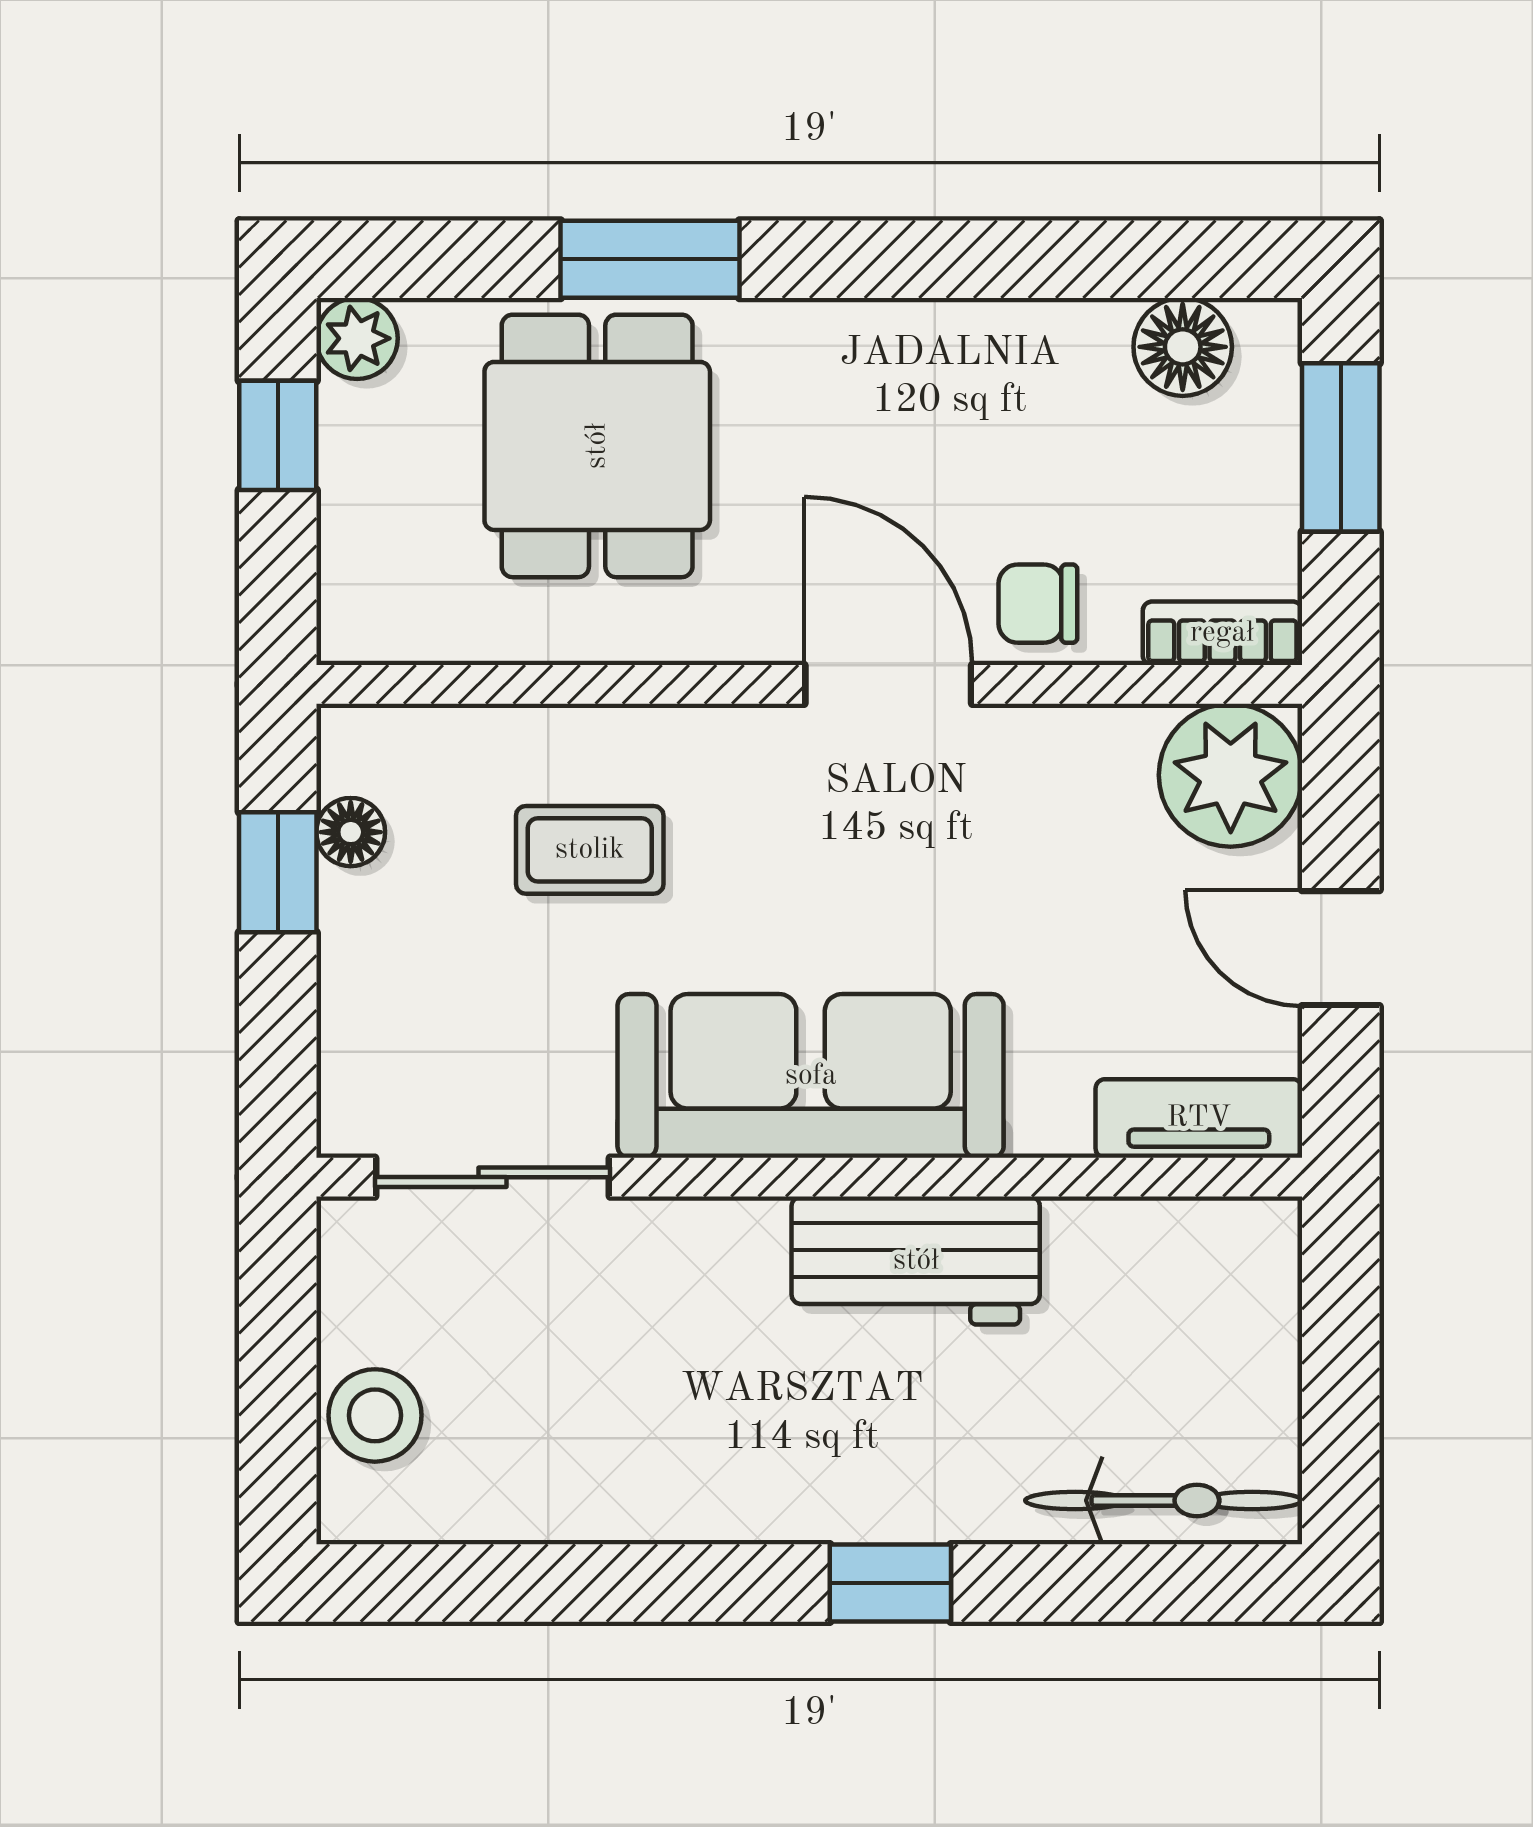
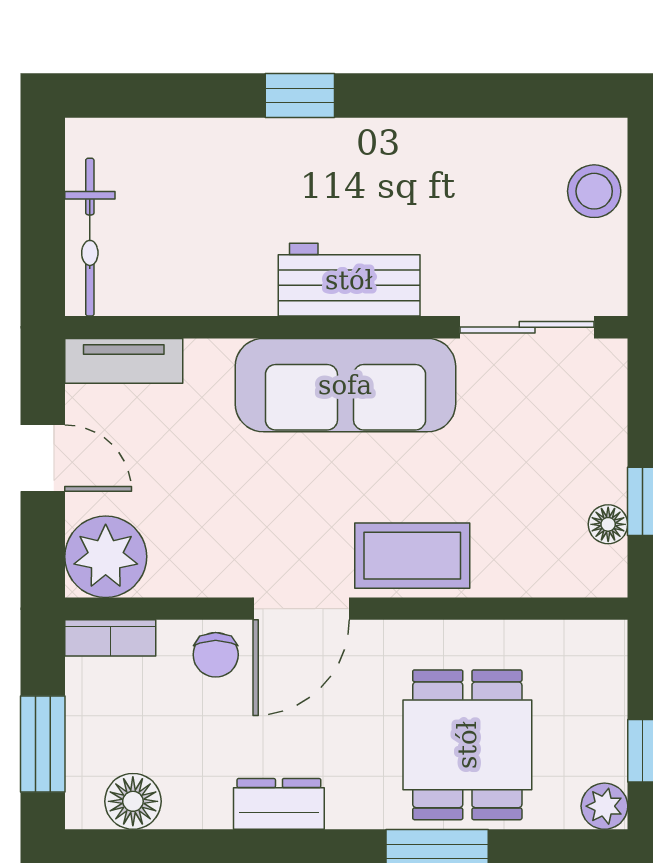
dresser: (927, 342) -> (279, 804), added
chair: (1038, 604) -> (216, 655), turned 90
door: (888, 684) -> (301, 609), hinge flipped
coffee table: (590, 850) -> (412, 556), moved, width x1.36, depth x1.30
workbench: (916, 1261) -> (349, 280), moved
bicycle: (1164, 1500) -> (90, 237), moved, turned -90

